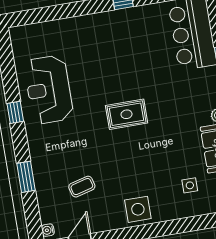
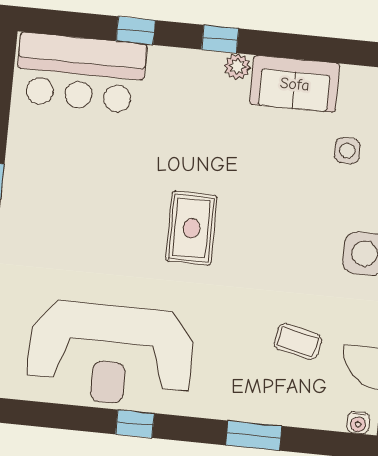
reception desk: (49, 90) -> (110, 354), width x1.36, depth x1.30
coffee table: (82, 187) -> (298, 342), turned -62

